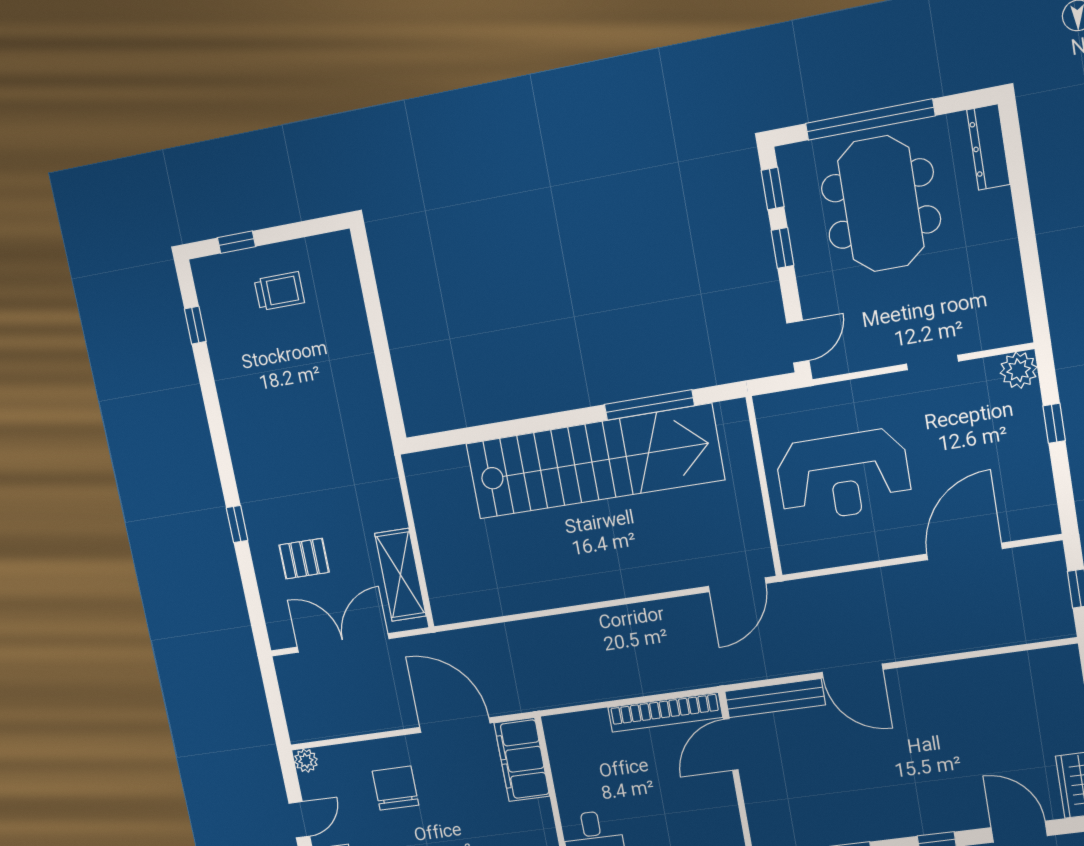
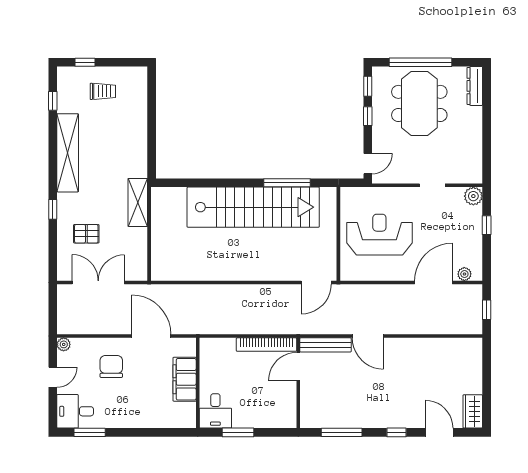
shelving: (241, 417) -> (68, 153), added
reception desk: (843, 475) -> (379, 235), turned 180
plant: (1024, 526) -> (464, 274), added
shelving: (400, 575) -> (138, 202), moved
filing cabinet: (522, 760) -> (185, 379), moved

